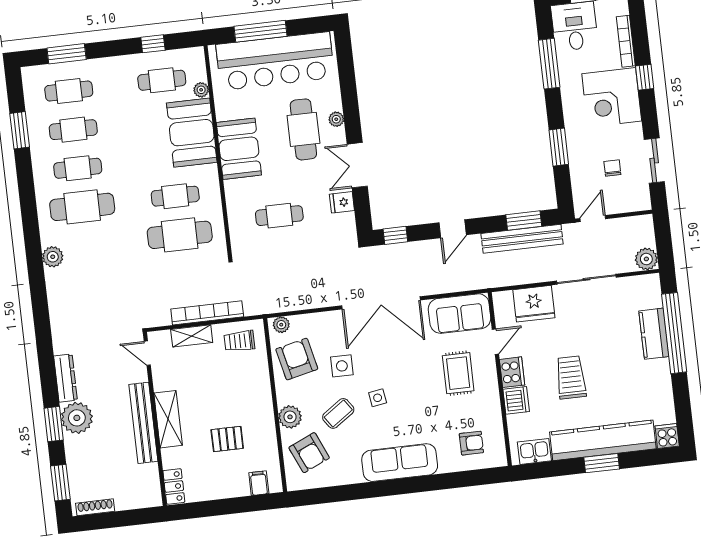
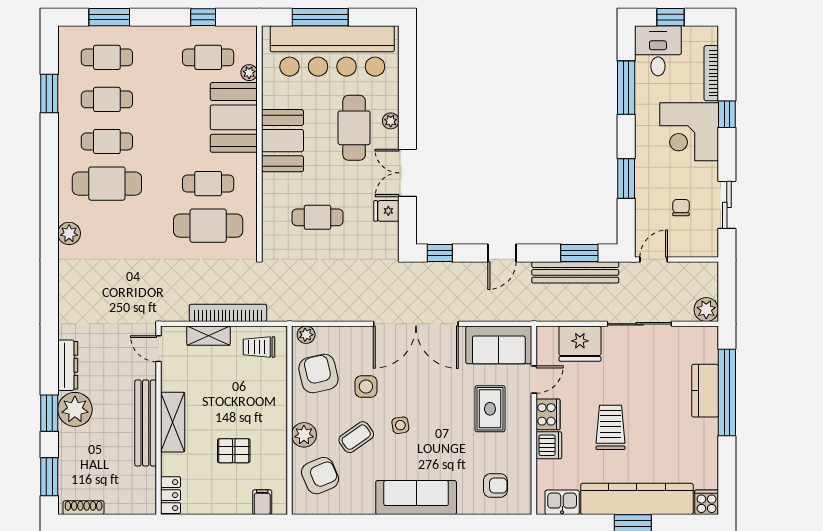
armchair: (309, 453) -> (320, 476), turned -89

